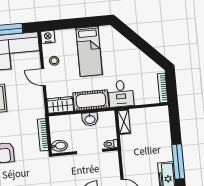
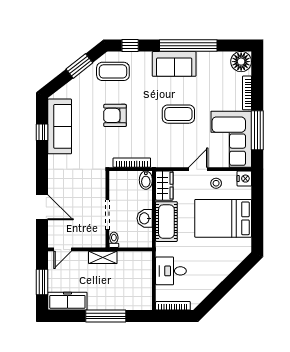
bed: (89, 51) -> (223, 218), width x1.50
desk: (121, 94) -> (171, 271), moved
shelving: (124, 122) -> (103, 257), moved
bidet: (59, 146) -> (146, 180), moved
window: (178, 162) -> (106, 316), moved

